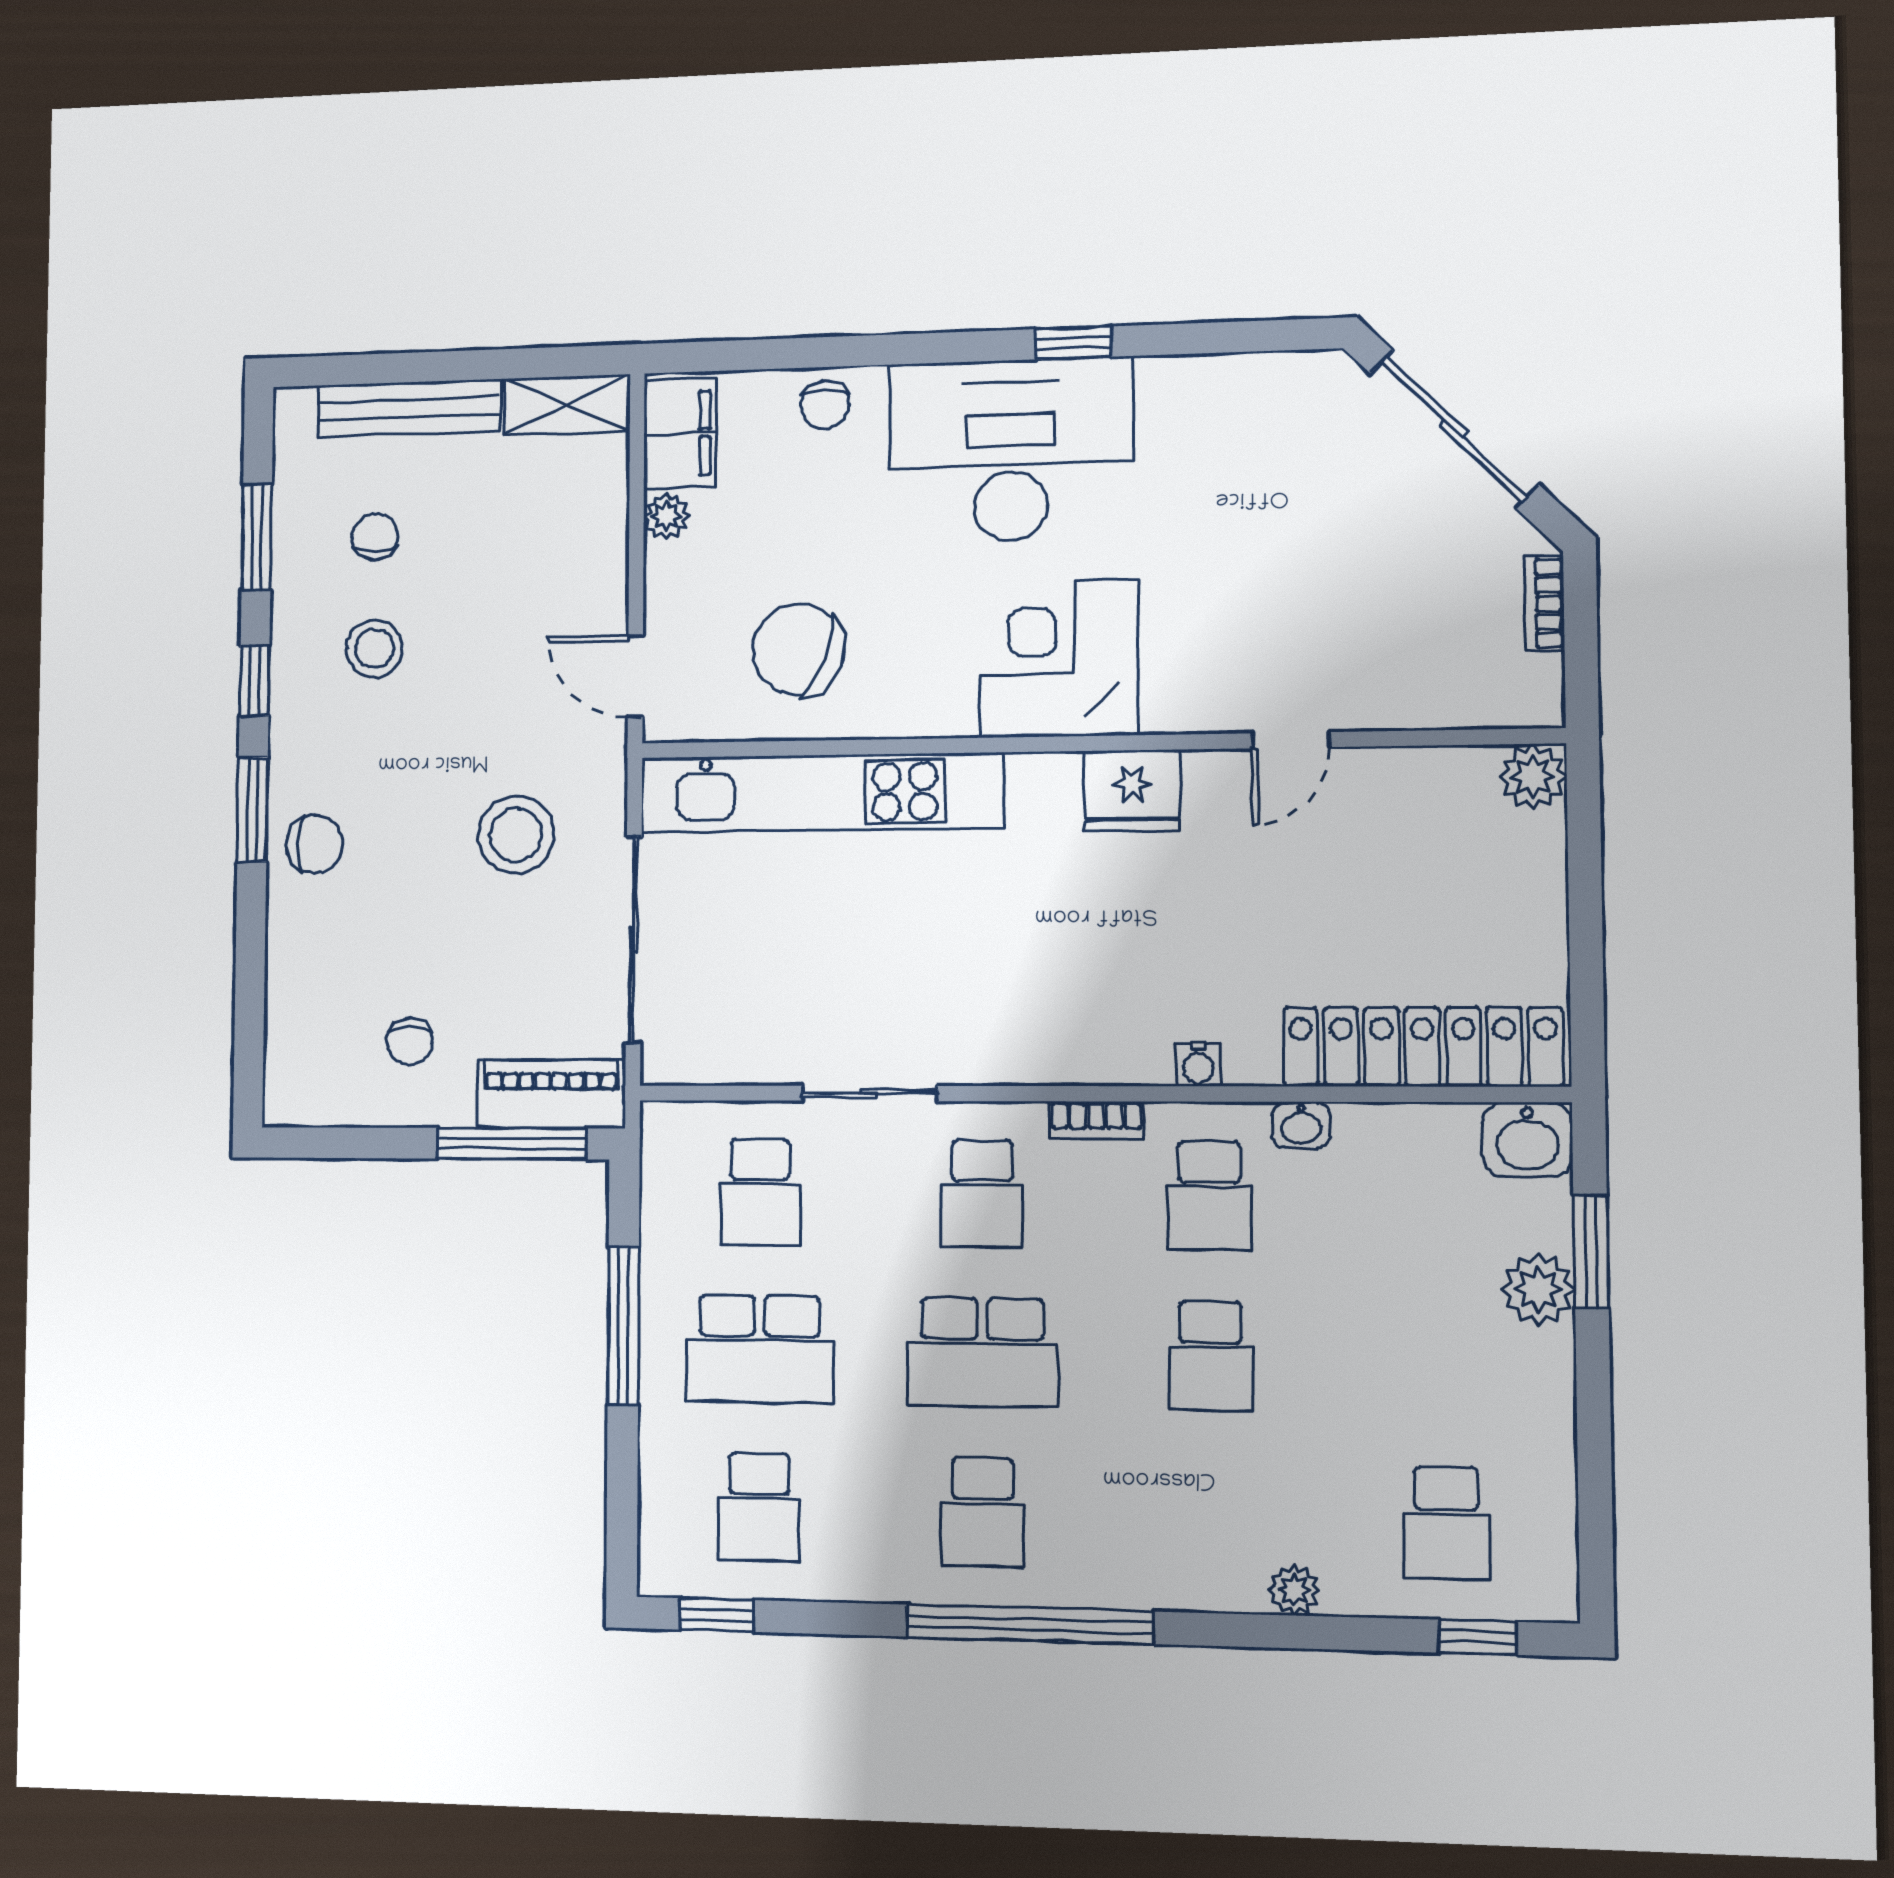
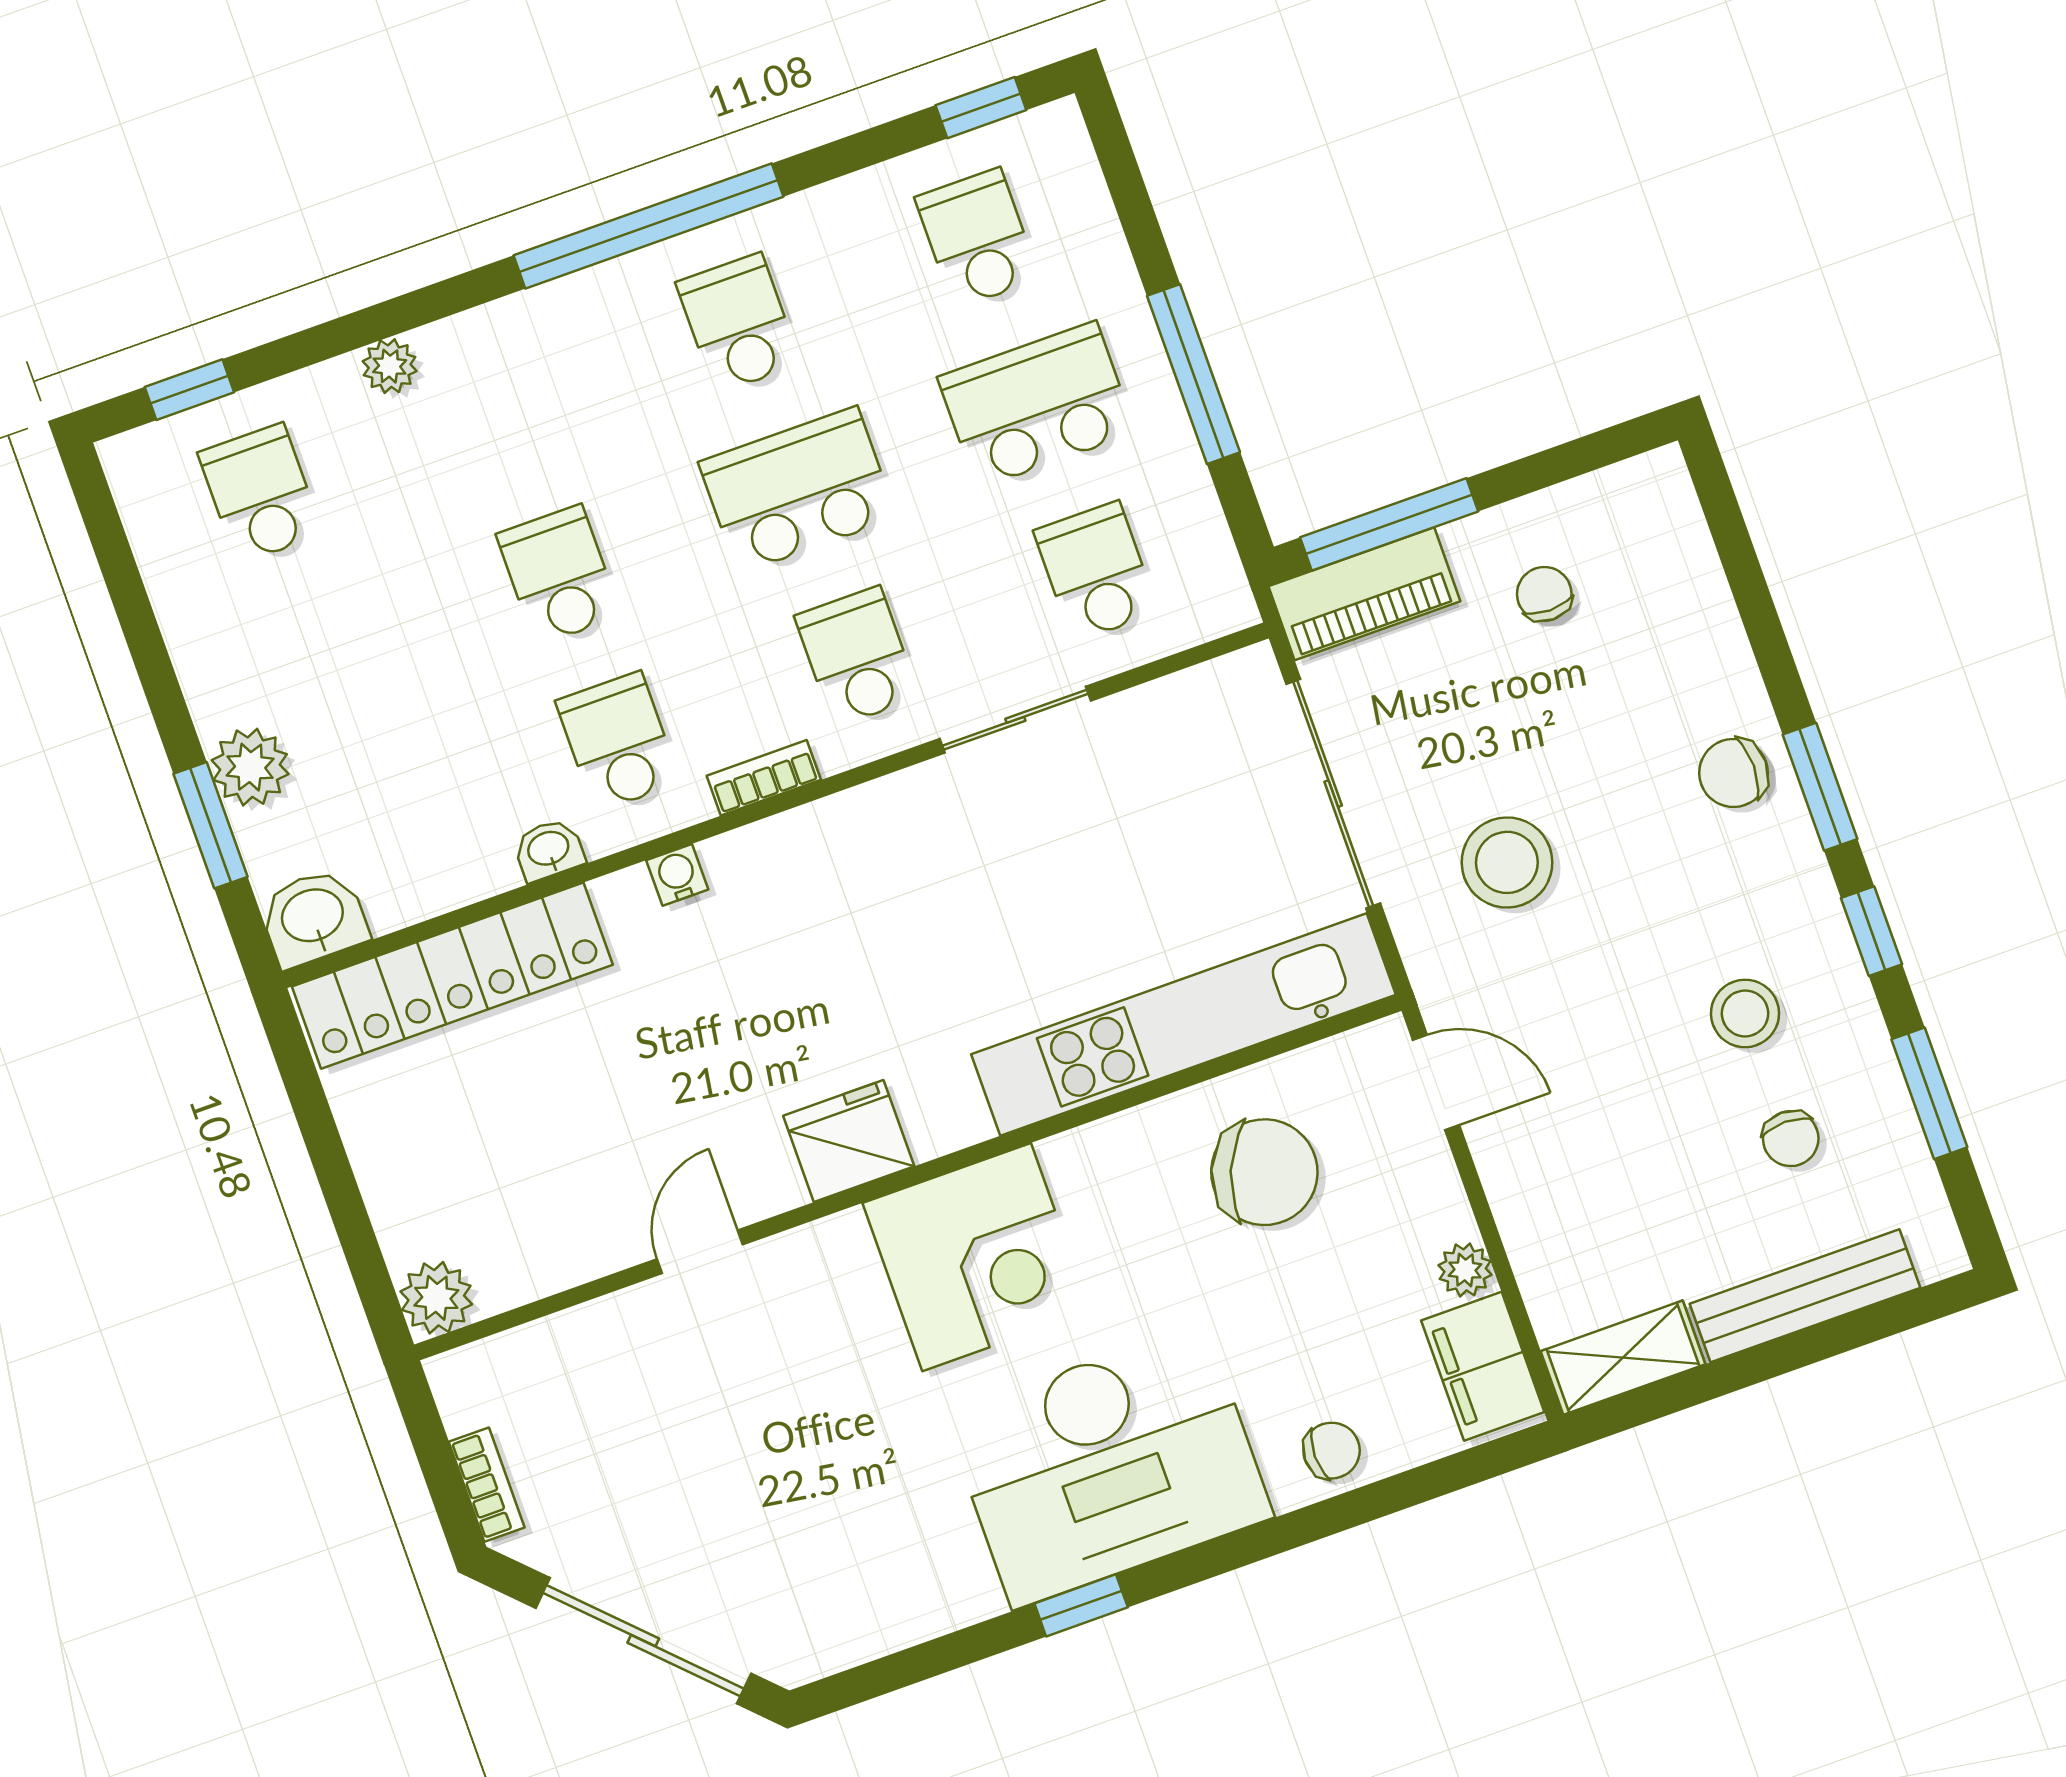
chair: (825, 405) -> (1332, 1451), turned 90

